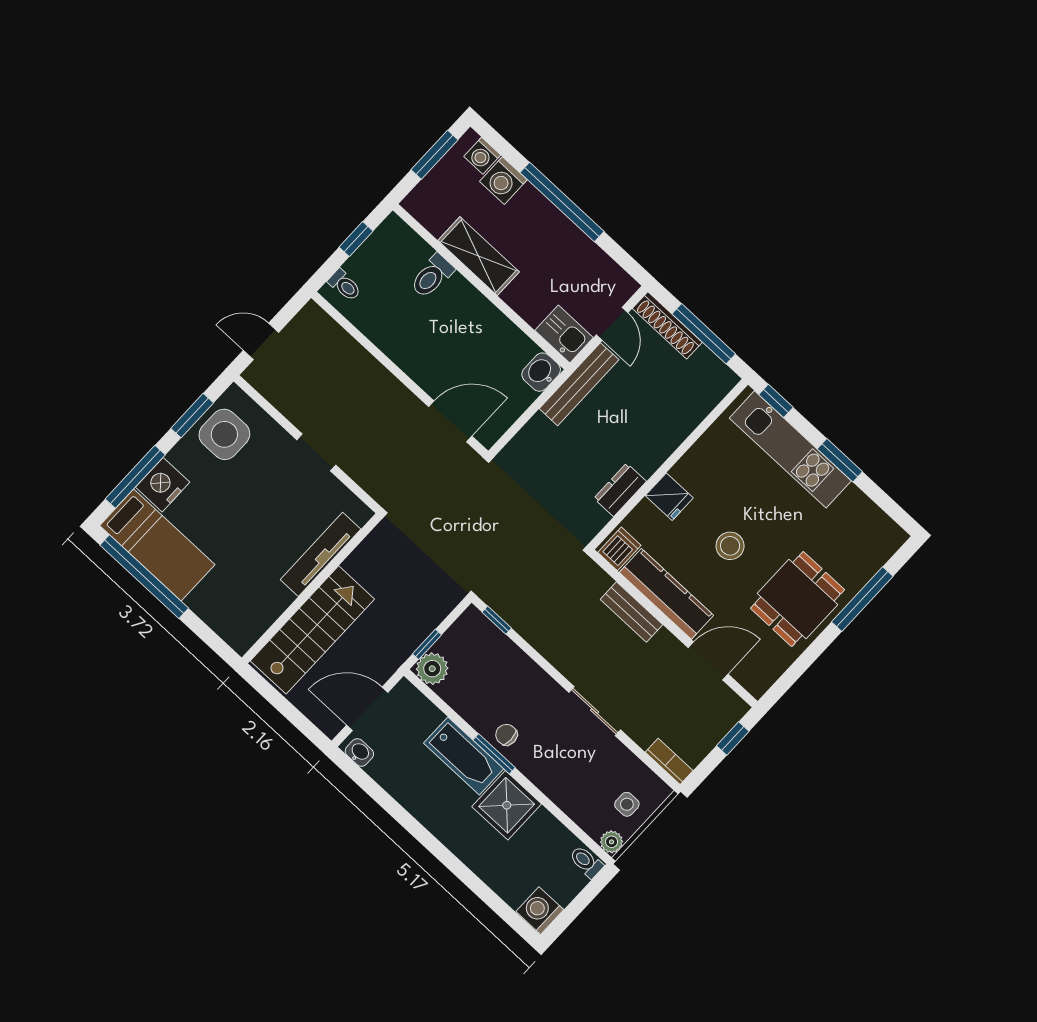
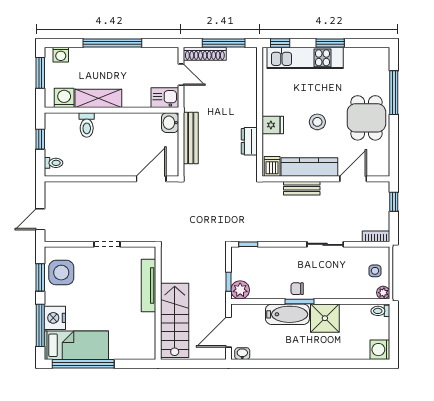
washing machine: (503, 181) -> (64, 98), moved, turned 180
bench: (579, 384) -> (191, 138), moved

